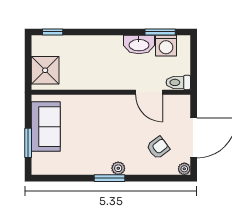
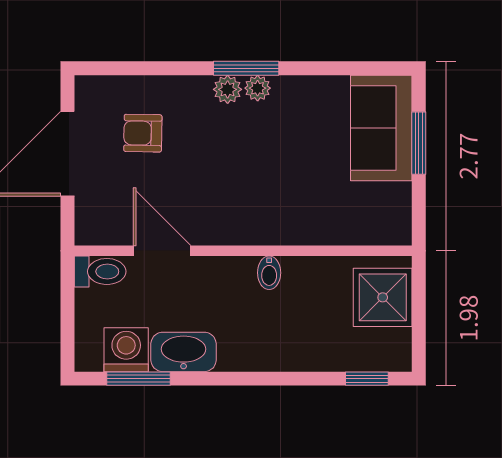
bidet: (99, 82) -> (269, 273), added
sofa: (46, 127) -> (381, 128), moved
armchair: (158, 148) -> (143, 133), turned 38
plant: (184, 169) -> (258, 88), moved

